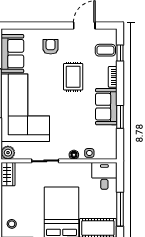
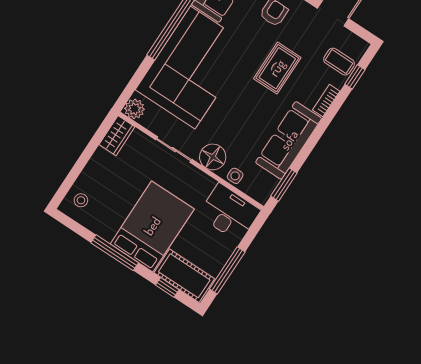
sofa: (106, 107) -> (289, 140), width x1.36
window: (120, 117) -> (284, 185), moved
floor lamp: (74, 155) -> (213, 157), width x1.89, depth x1.89
desk: (104, 176) -> (229, 213), width x1.37

